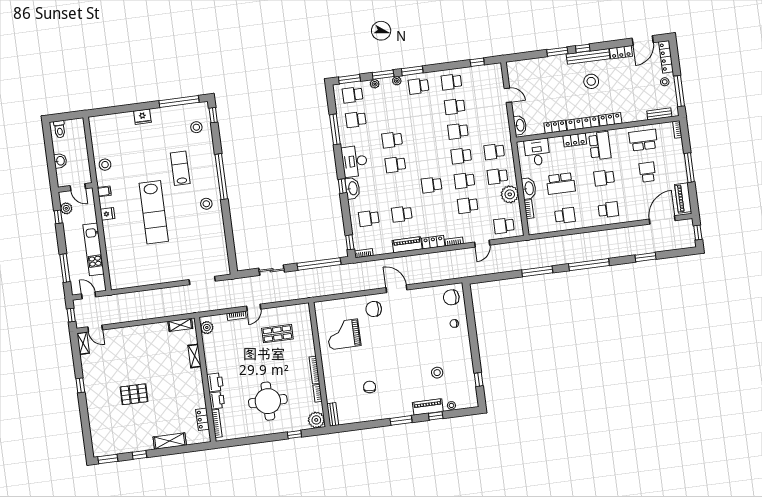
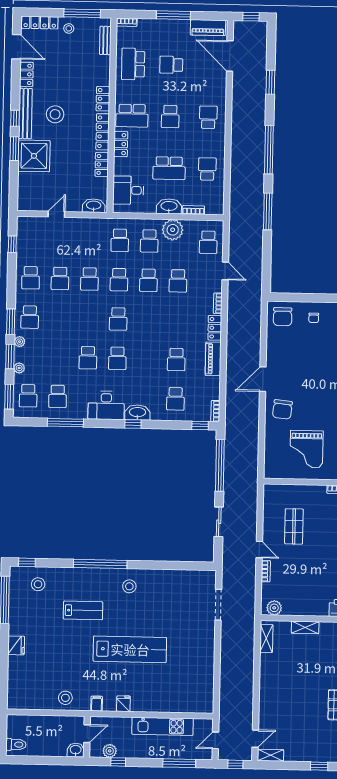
shower: (554, 69) -> (34, 156), added
school desk: (600, 146) -> (132, 116), turned 180
washbasin: (60, 161) -> (76, 750), moved
lab bench: (180, 168) -> (83, 610), turned 180
school desk: (561, 183) -> (169, 168), turned 90
school desk: (432, 185) -> (118, 319), moved

